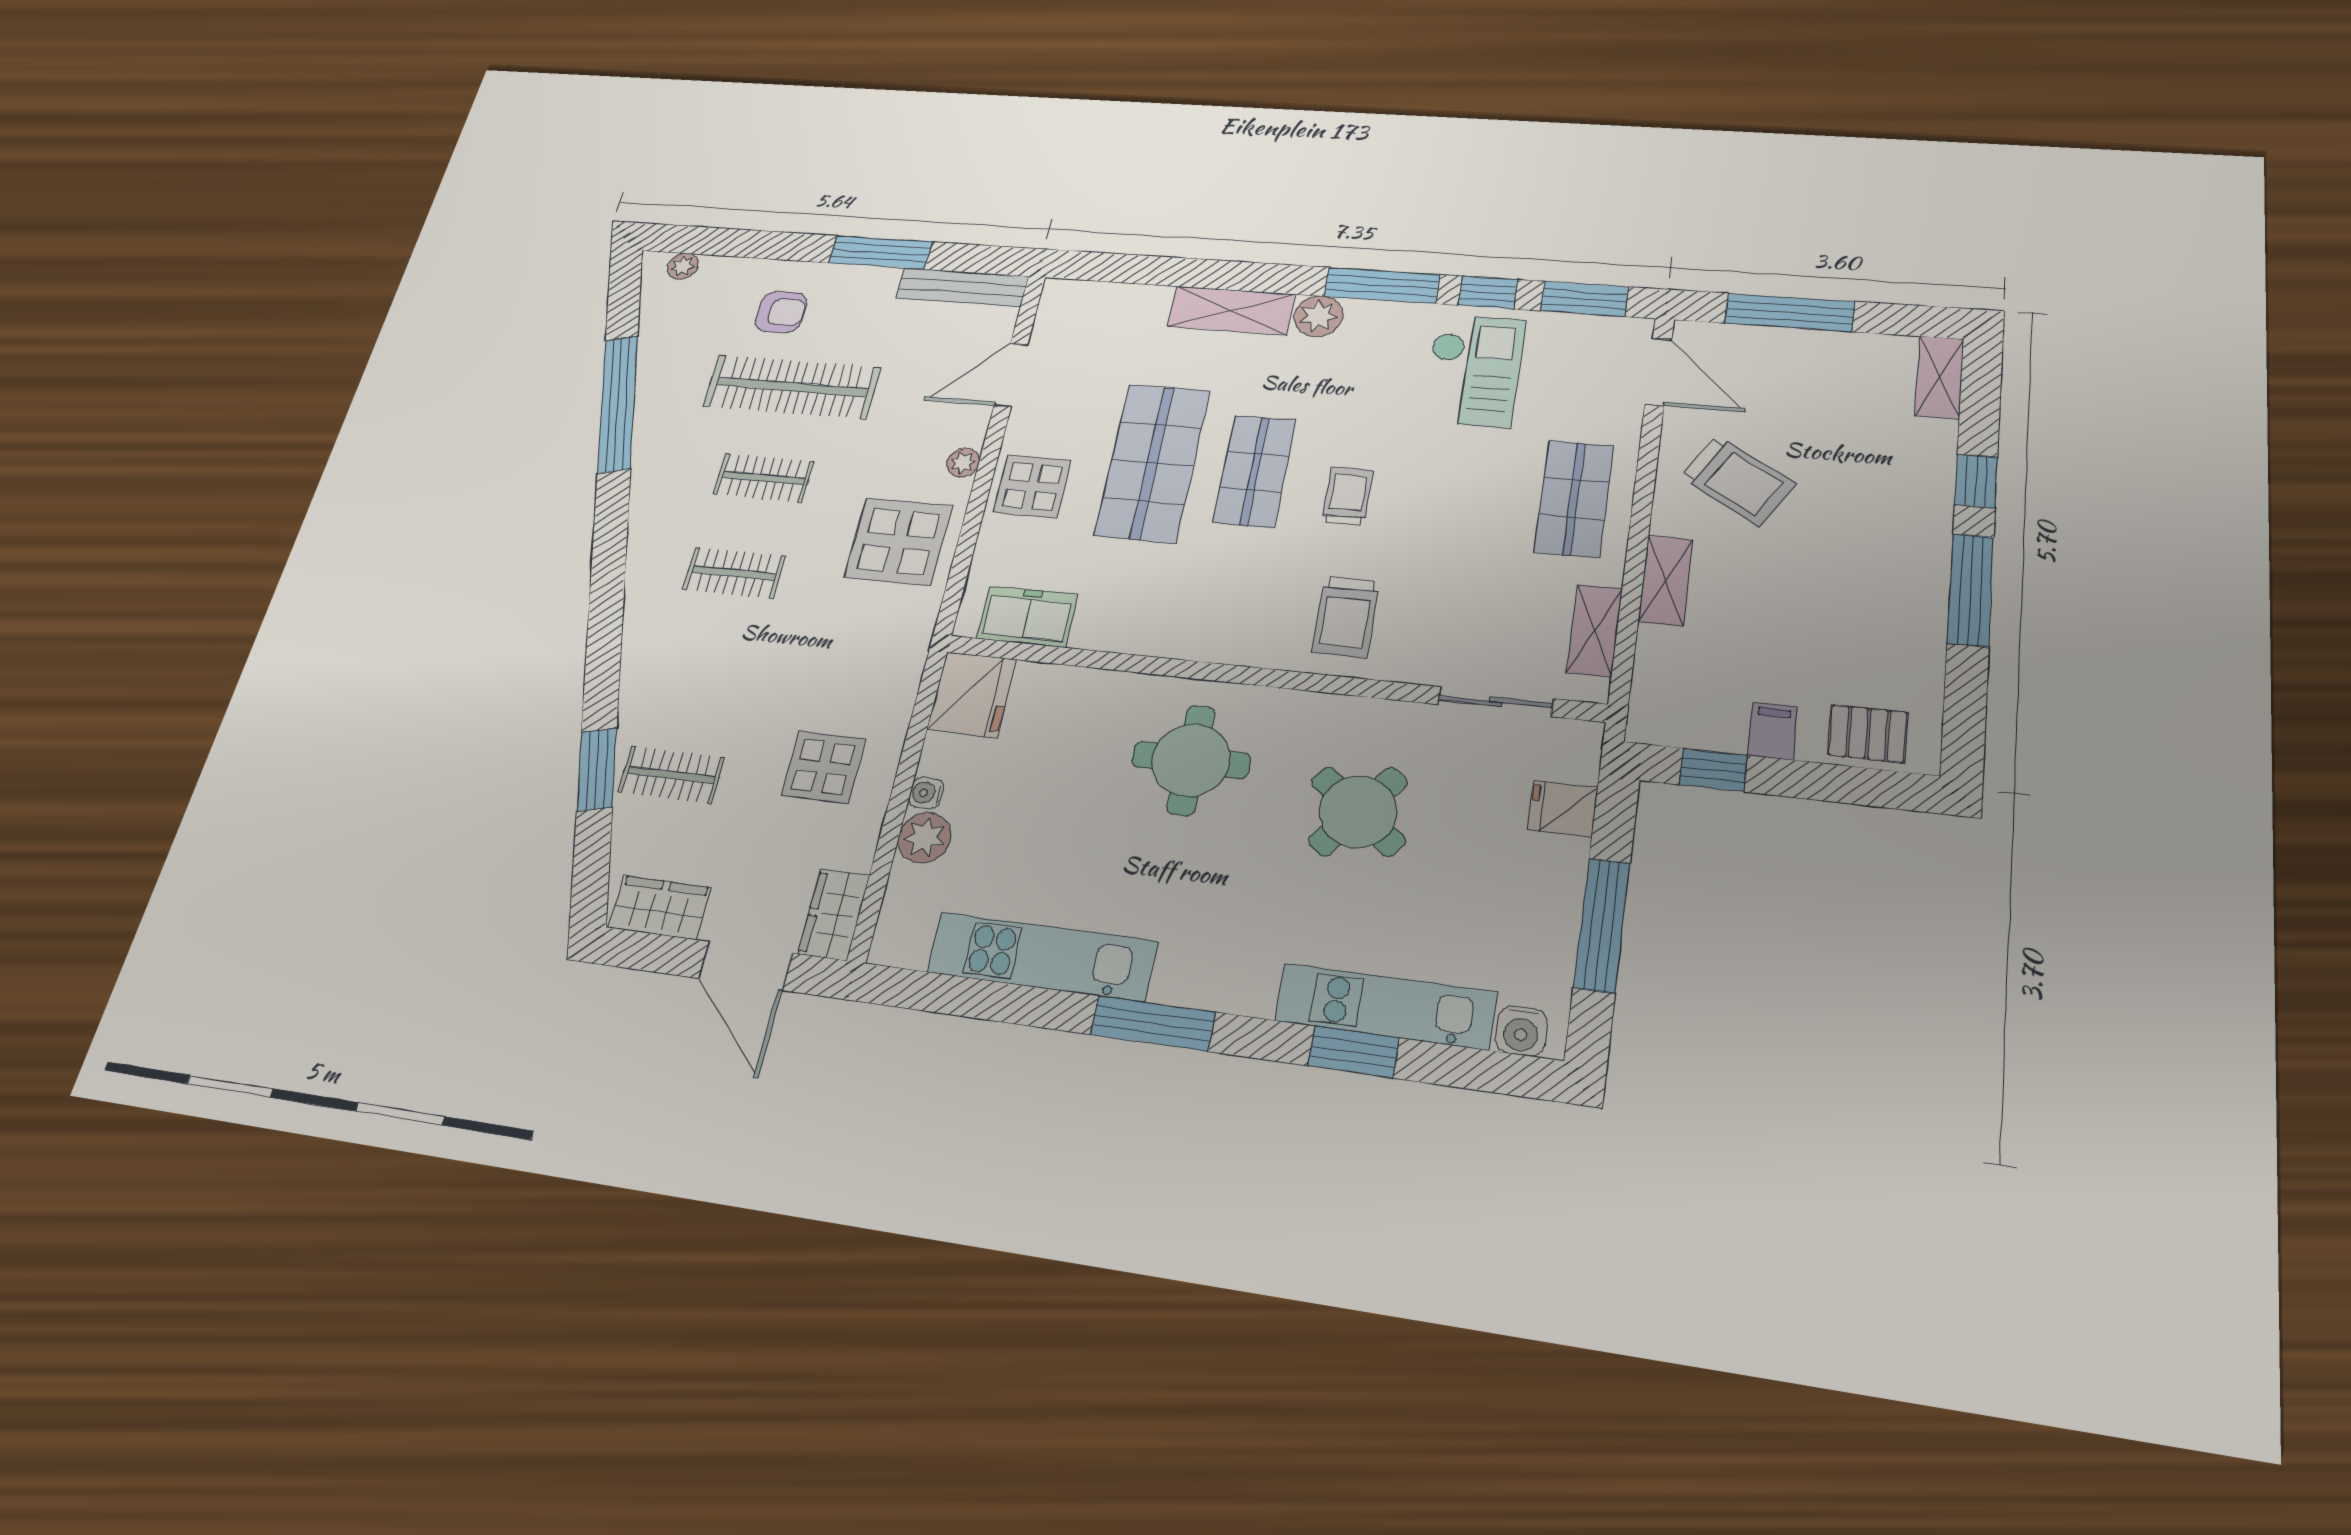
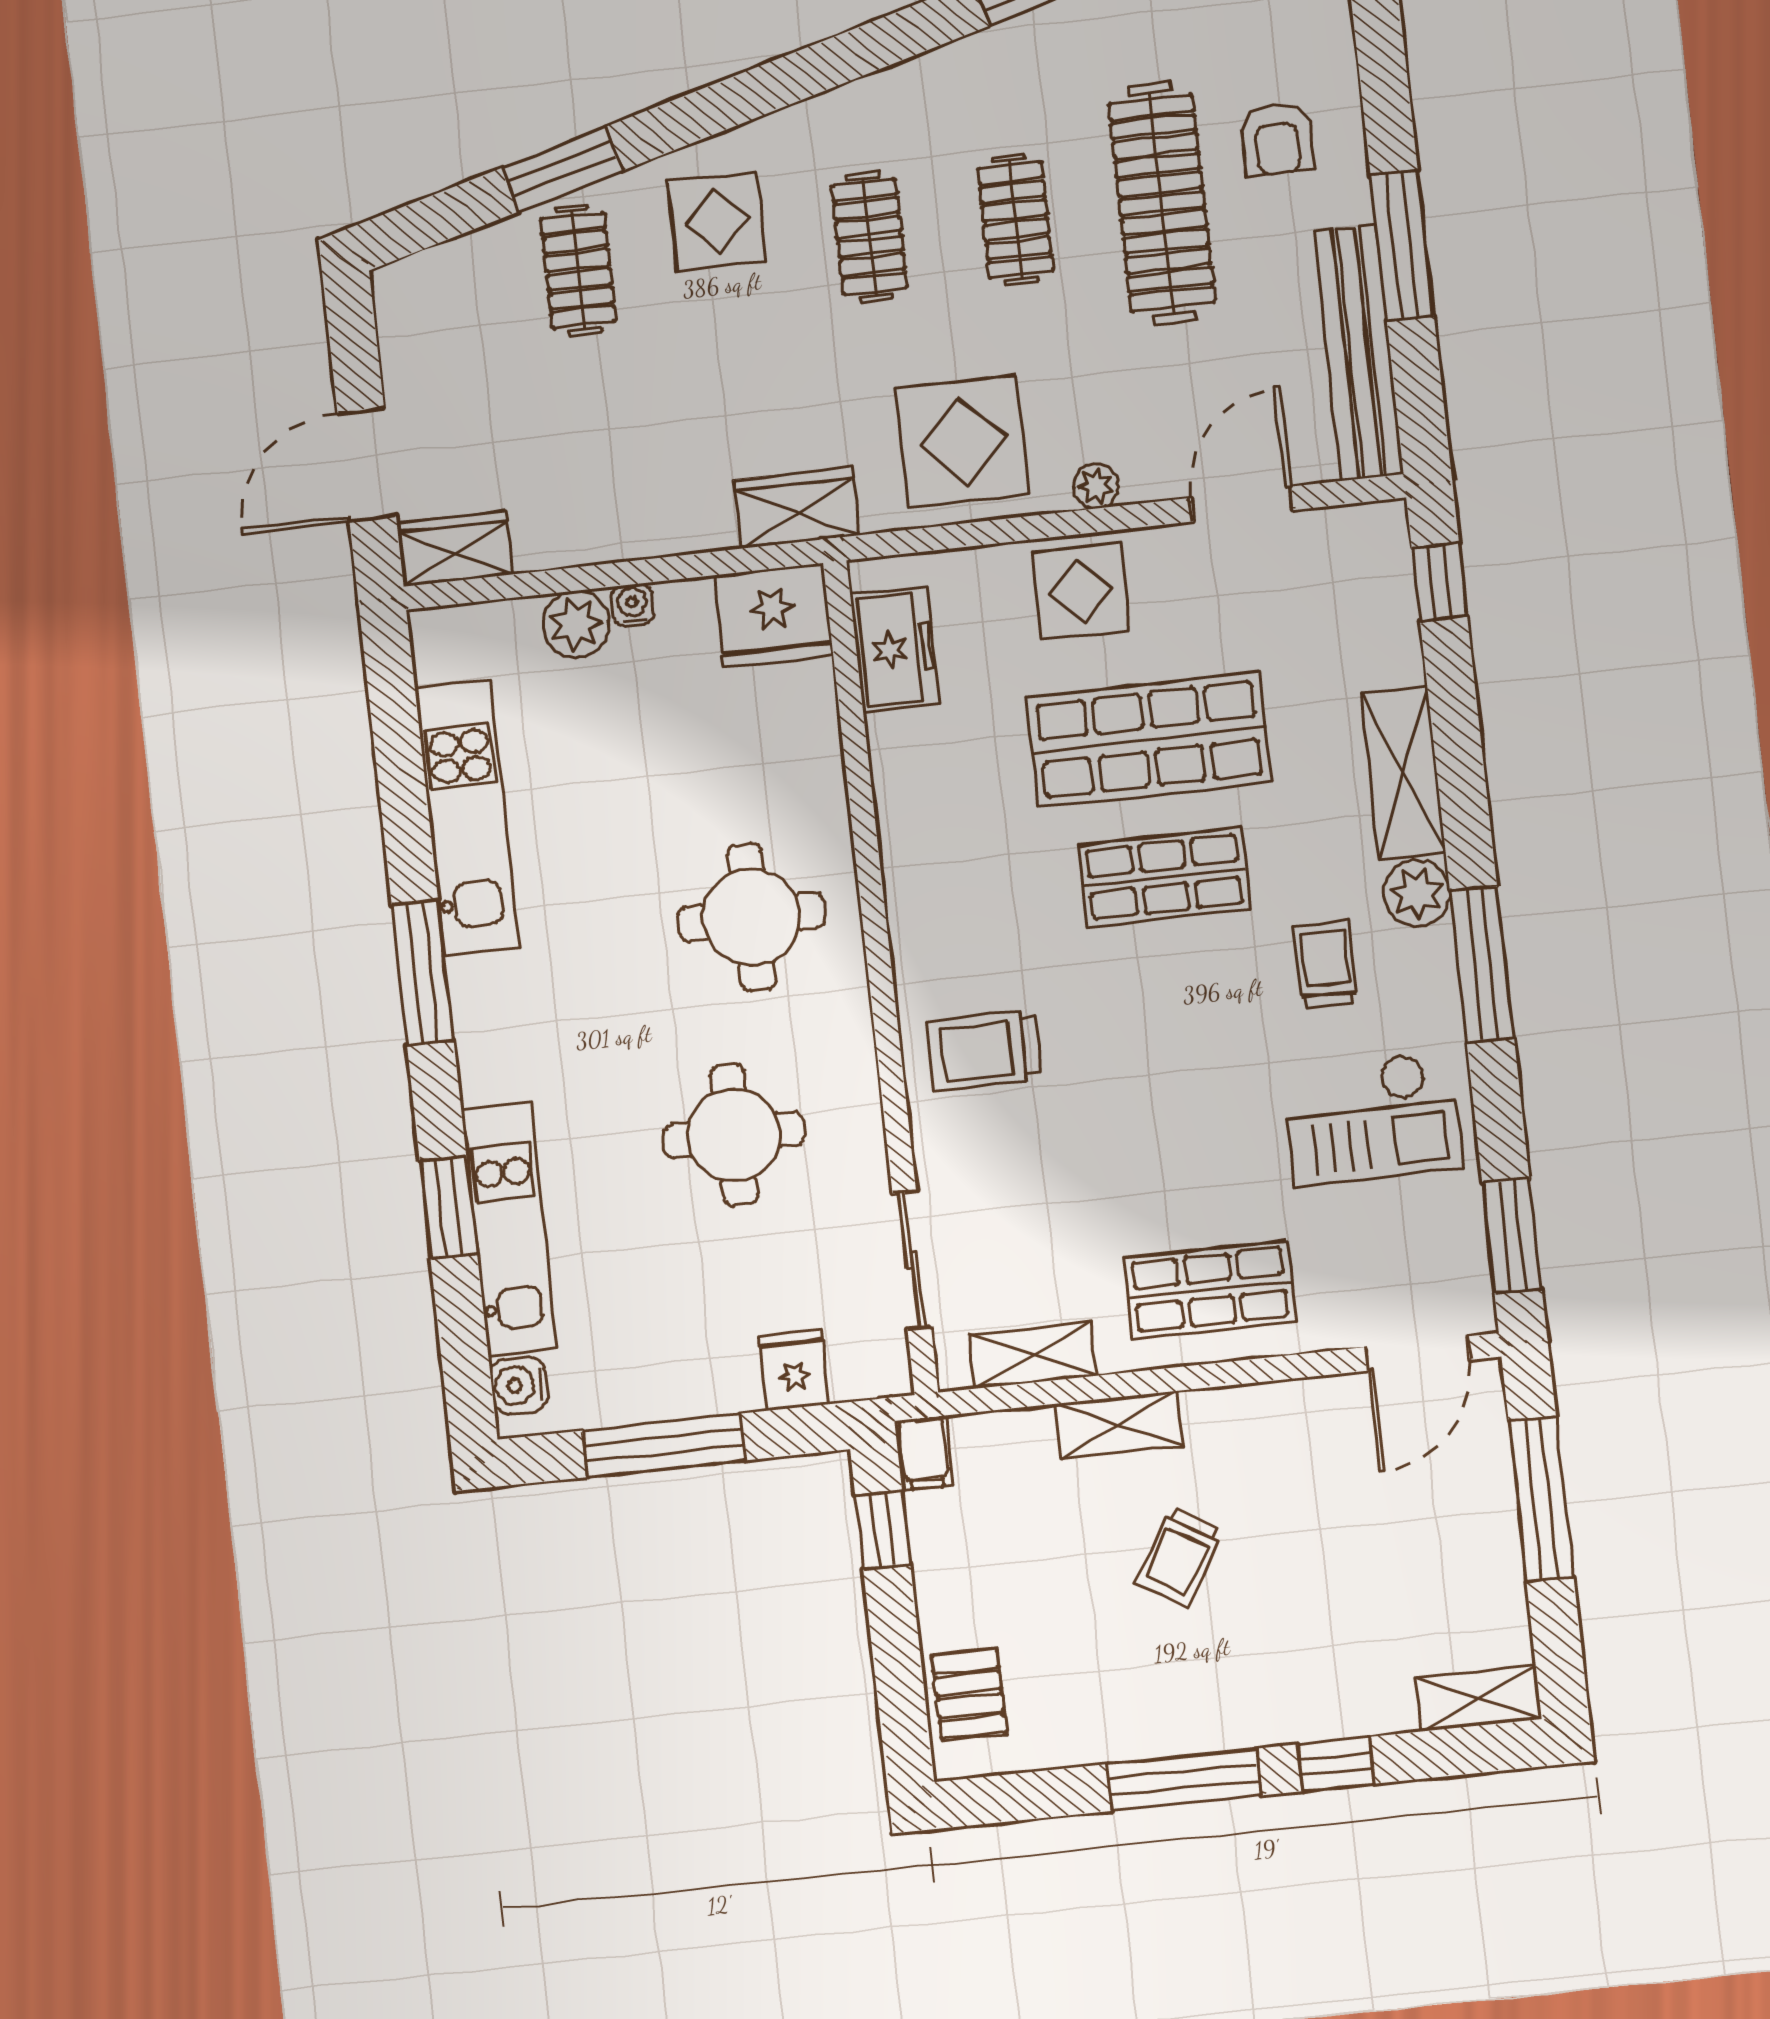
bench: (962, 287) -> (1359, 353), width x1.37, depth x1.21
window: (1488, 292) -> (1439, 582), moved
door: (1011, 375) -> (1242, 504), hinge flipped
trolley: (1738, 480) -> (1179, 1557), moved, width x0.73, depth x0.72
trolley: (1348, 496) -> (1325, 964), moved, turned -90
filing cabinet: (1773, 731) -> (924, 1453), moved, turned 90
display table: (823, 767) -> (717, 221), moved
round table: (1358, 811) -> (734, 1135), turned -38
wardrobe: (660, 908) -> (796, 508), moved, turned -90

